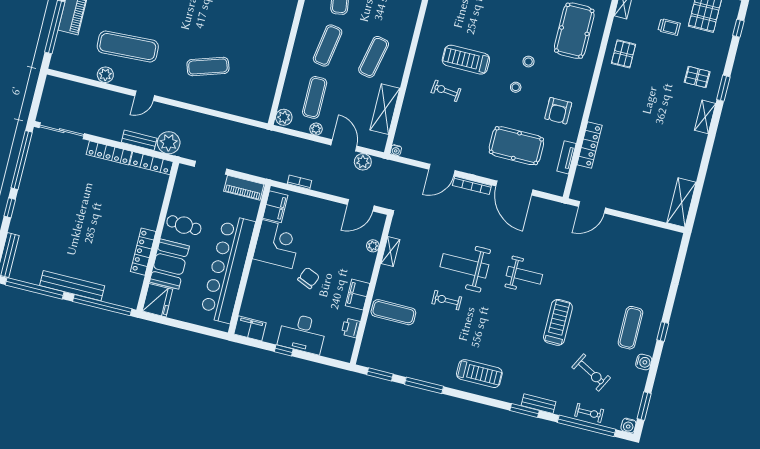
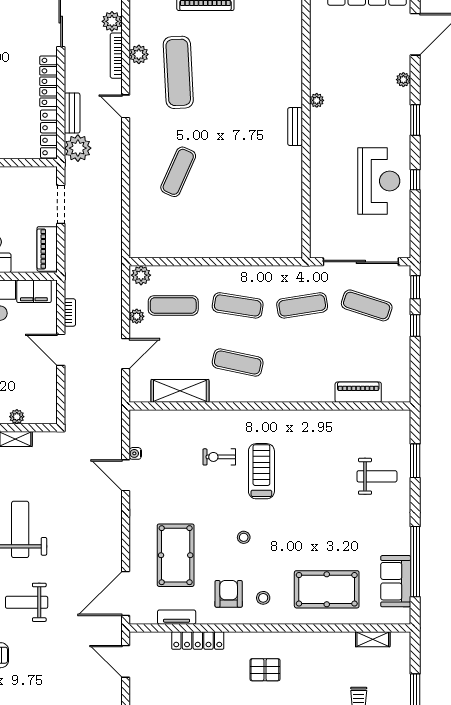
pallet: (624, 54) -> (265, 670), moved
stool: (528, 62) -> (263, 598), moved
exercise mat: (208, 67) -> (178, 172), turned 42
exercise bike: (446, 91) -> (219, 457), turned -96
armchair: (558, 111) -> (229, 594), turned 90
water cooler: (396, 150) -> (135, 453), moved
plant: (363, 162) -> (112, 21), moved
bookcase: (472, 185) -> (116, 56), moved
door: (514, 188) -> (126, 593), moved
door: (361, 205) -> (61, 350), moved
weight bench: (524, 275) -> (27, 602), turned 90

